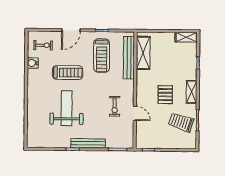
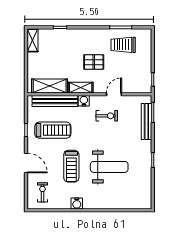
water cooler: (33, 63) -> (77, 203), moved
treadmill: (68, 73) -> (71, 166), turned 180
water cooler: (129, 85) -> (84, 101), added
shelving: (192, 92) -> (81, 88), moved
weight bench: (67, 108) -> (109, 167), turned 180
trolley: (181, 122) -> (123, 45), turned 72
bench: (88, 143) -> (146, 122), moved

